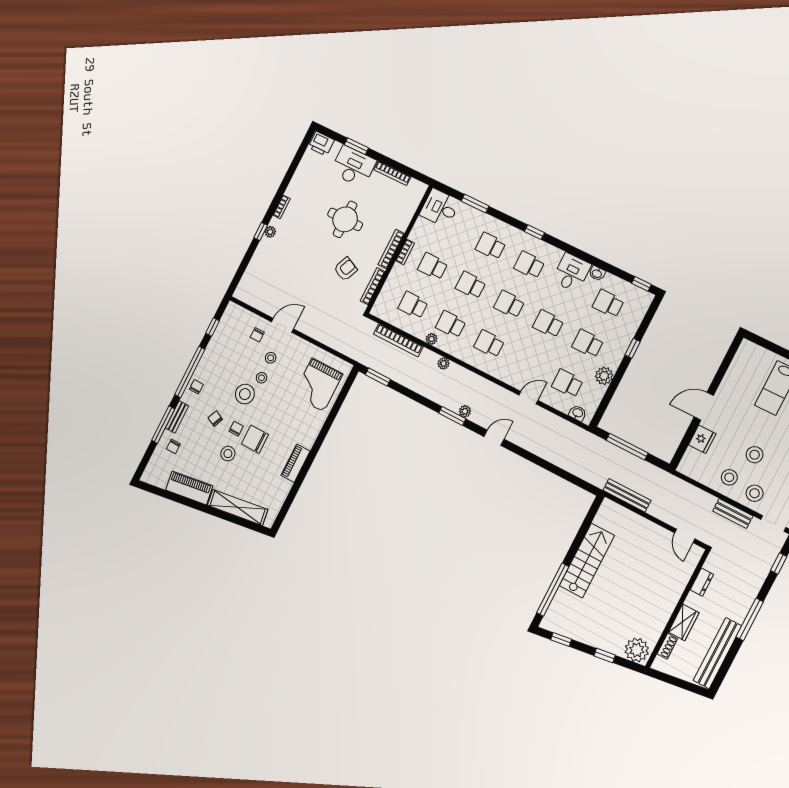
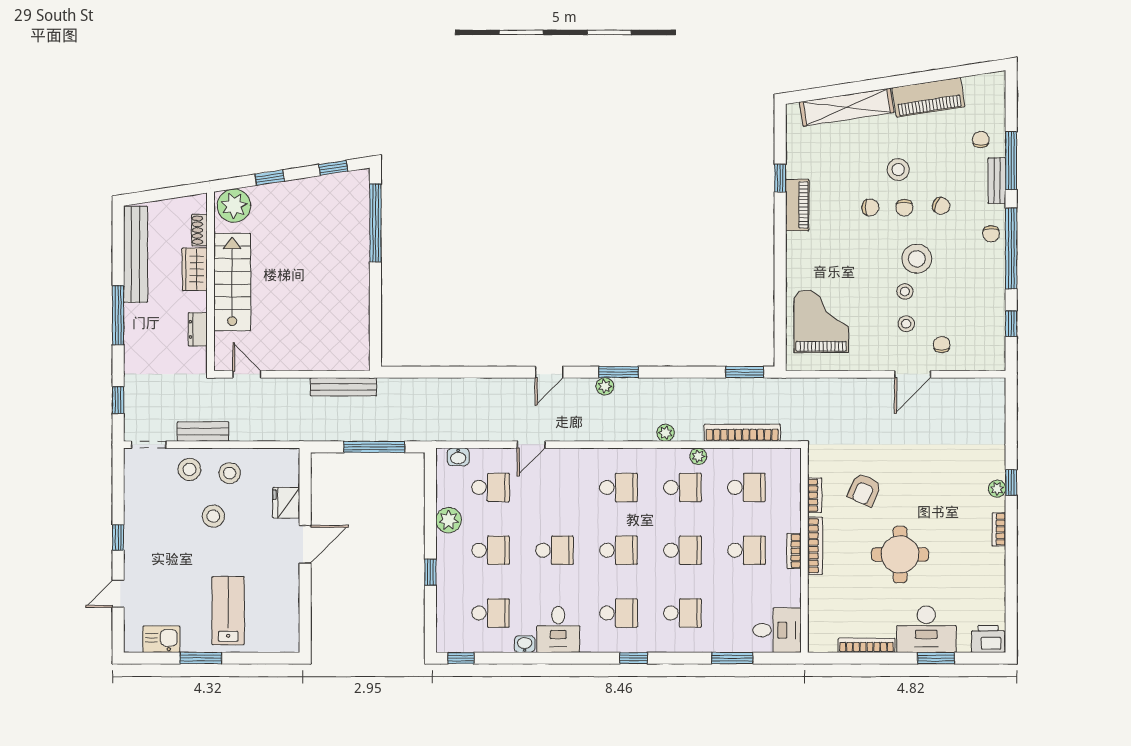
bookcase: (373, 286) -> (815, 495), width x0.64
chair: (255, 439) -> (870, 207), width x0.54, depth x0.54
window: (297, 485) -> (780, 178), added
stairs: (587, 561) -> (232, 282), moved, turned 180

